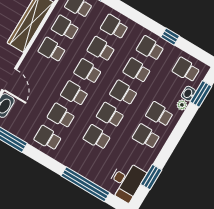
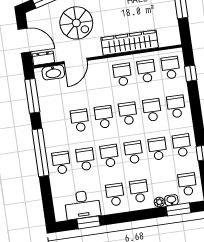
school desk: (48, 138) -> (61, 163), moved
desk: (126, 181) -> (82, 205), moved
window: (85, 184) -> (40, 153), moved

